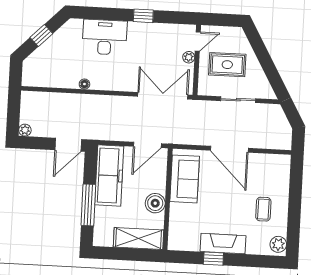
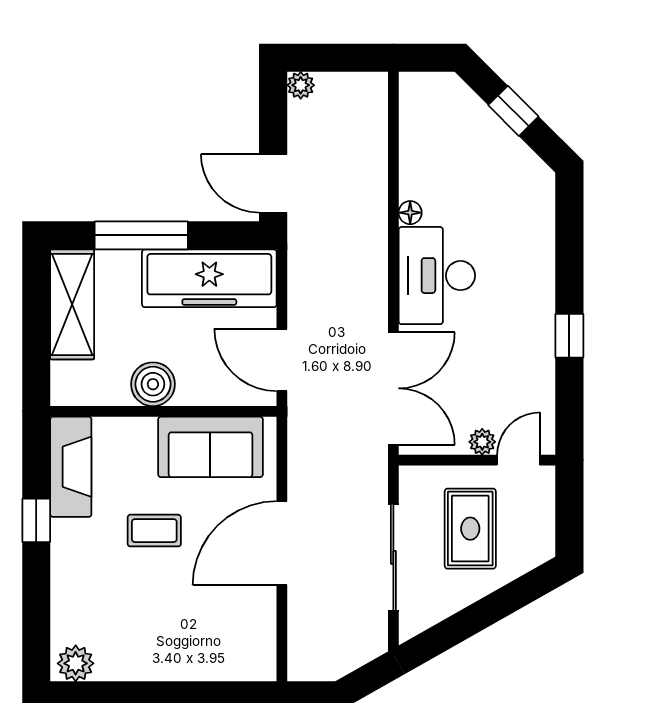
desk: (105, 37) -> (437, 276), moved, turned 180
door: (198, 41) -> (518, 460), swing flipped
sliding door: (238, 100) -> (393, 557), width x1.37
coffee table: (263, 209) -> (154, 531), moved
shelving: (139, 239) -> (72, 304), moved
fireplace: (223, 244) -> (71, 467), moved

